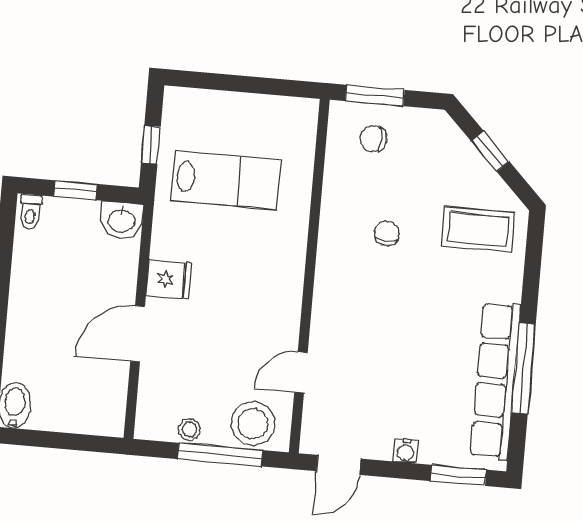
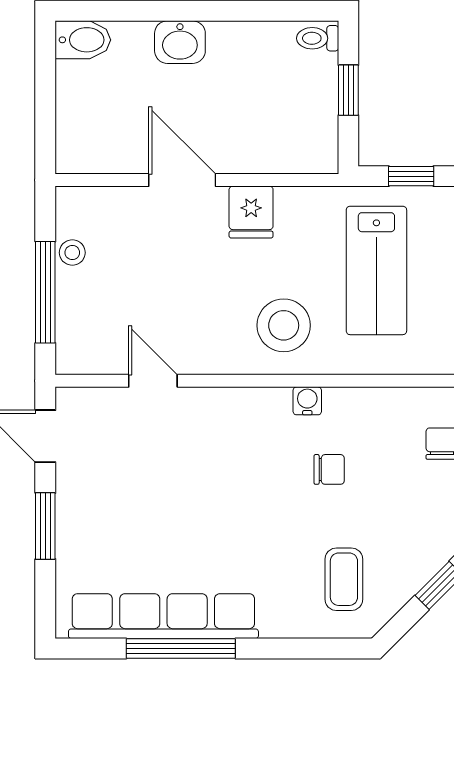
washbasin: (122, 220) -> (180, 42), moved, turned -90
coffee table: (478, 229) -> (344, 579), width x0.73, depth x0.77
stool: (253, 424) -> (284, 325), moved
water cooler: (406, 451) -> (307, 401), moved, turned 90
window: (458, 475) -> (45, 526), moved

